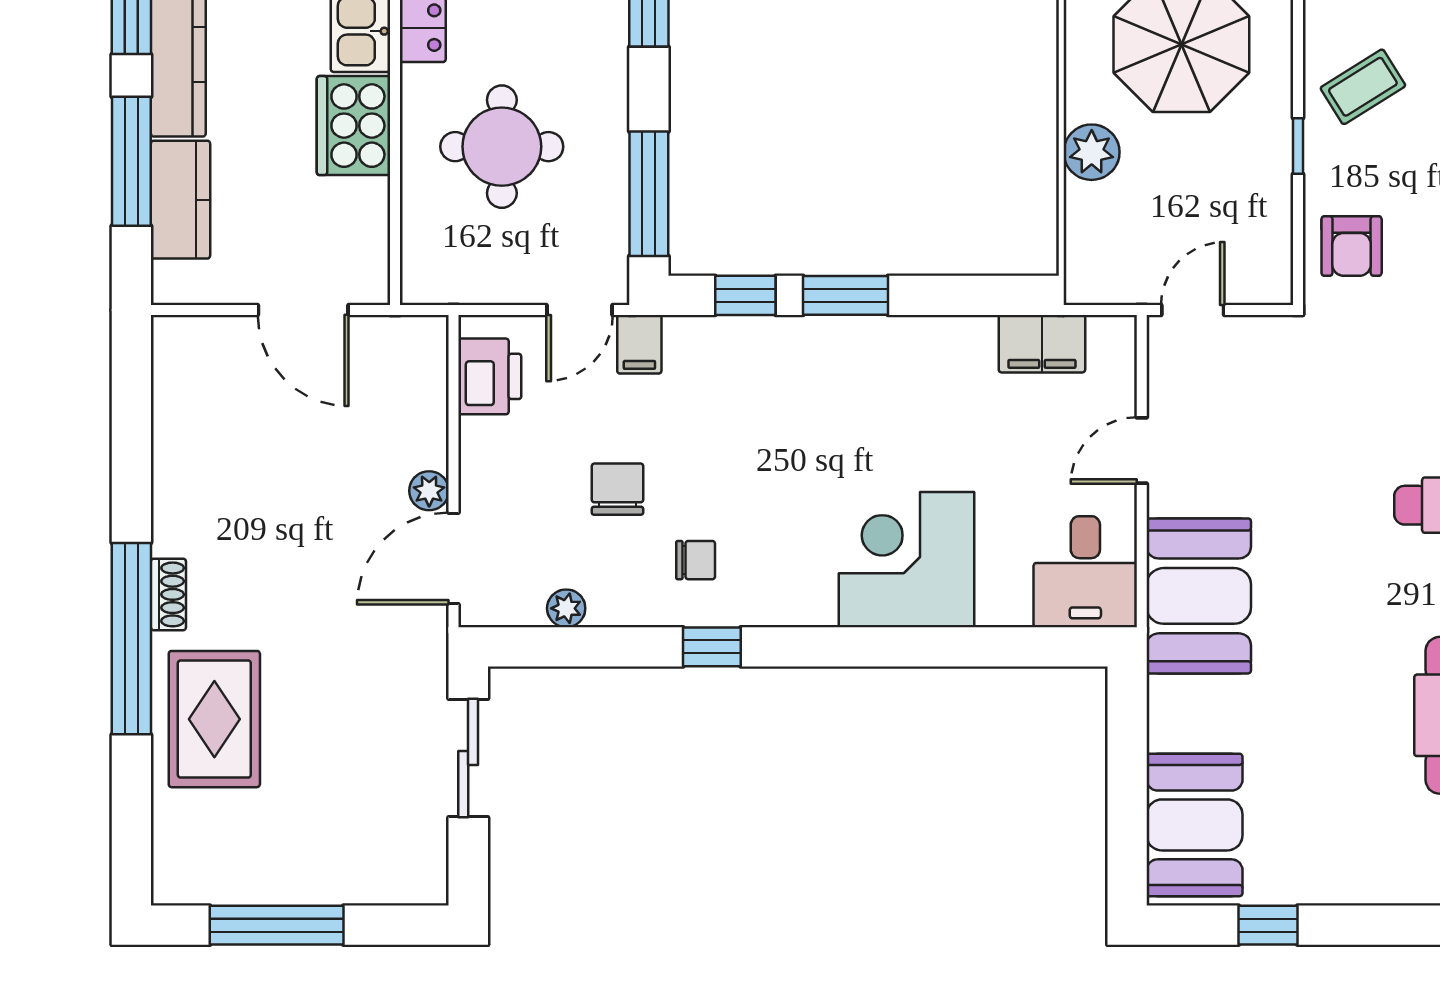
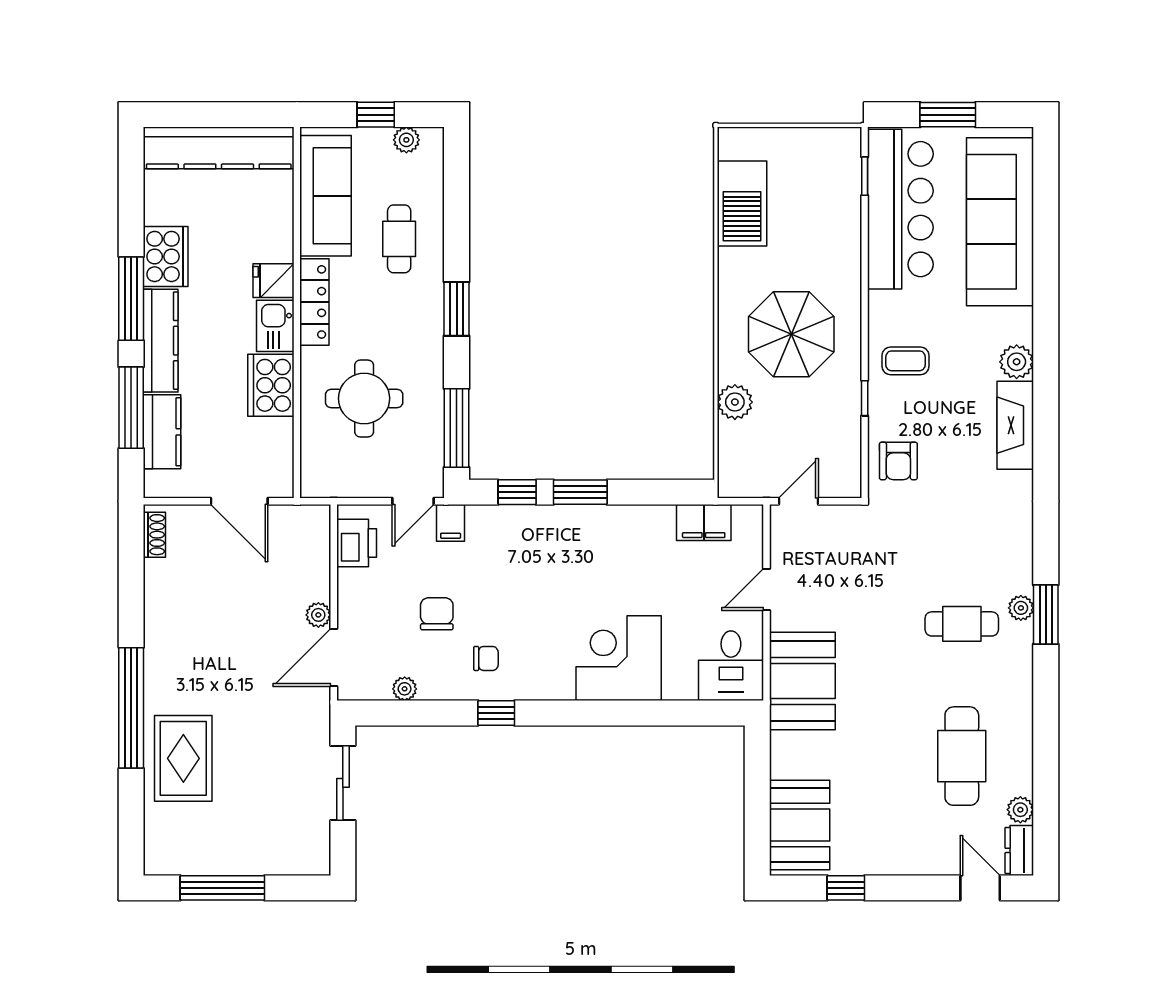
coffee table: (1363, 87) -> (906, 361), turned 32
shoe rack: (168, 594) -> (154, 535), moved

